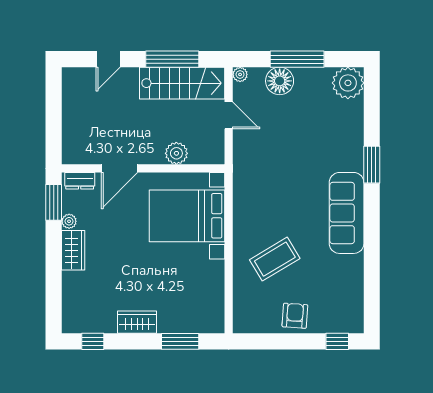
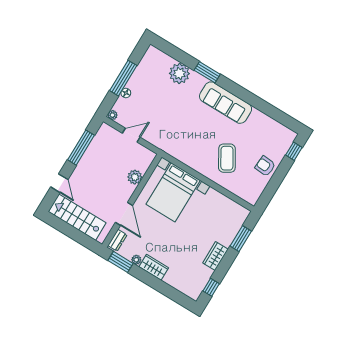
floor lamp: (280, 81) -> (126, 93), width x0.53, depth x0.53
stairs: (182, 83) -> (77, 217), moved, turned -90
plant: (348, 83) -> (179, 73), moved

